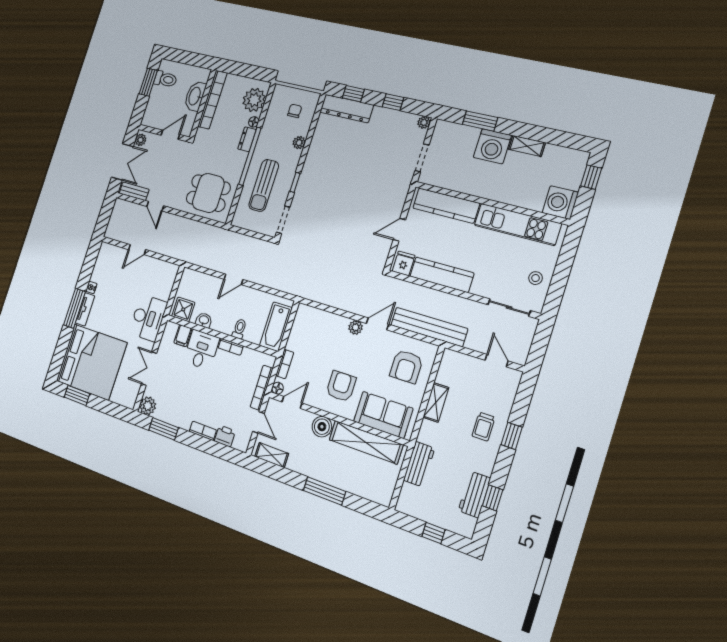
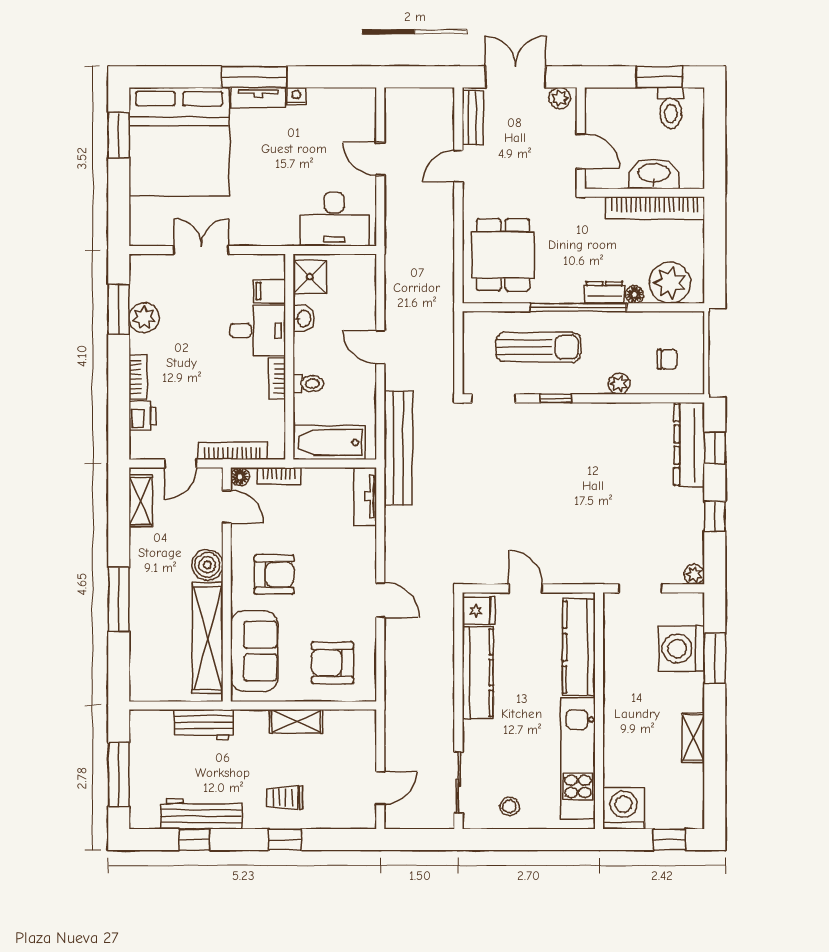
washing machine: (492, 146) -> (681, 648), moved
double door: (122, 162) -> (515, 77), swing flipped
sun lounger: (264, 185) -> (538, 347), turned 180
tv unit: (313, 314) -> (365, 496), added
desk: (148, 318) -> (334, 219), moved
plant: (356, 327) -> (365, 568), removed
bench: (429, 327) -> (398, 448), moved
plant: (148, 406) -> (144, 318), moved
workbench: (474, 494) -> (201, 814), width x1.38
window: (433, 533) -> (119, 774), width x2.17

